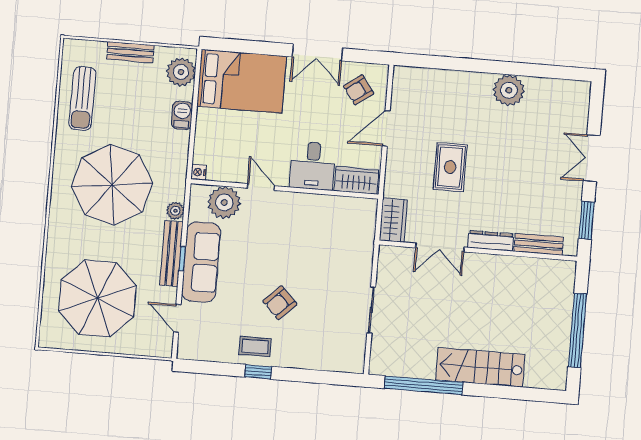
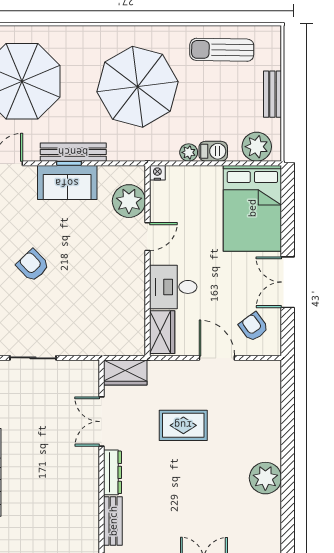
plant: (175, 211) -> (189, 152), moved
sofa: (201, 262) -> (67, 183), width x0.73

